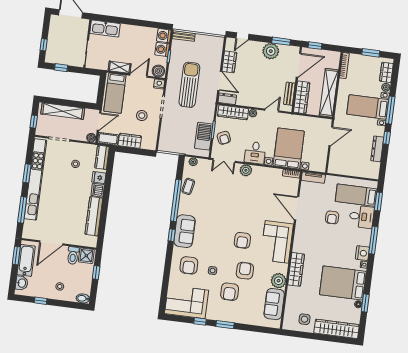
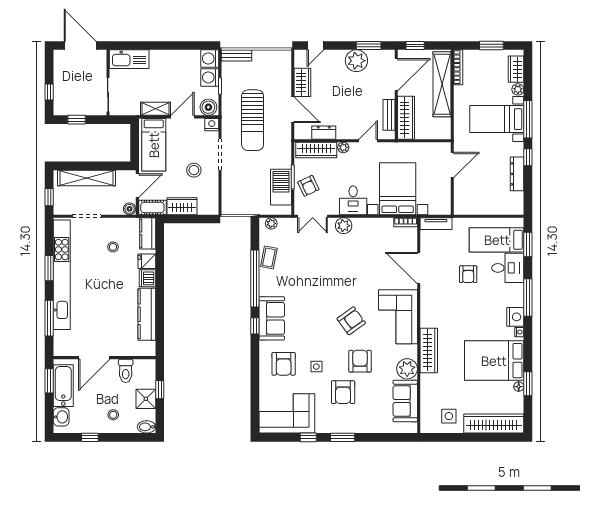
sun lounger: (189, 85) -> (253, 120), turned 180
shelving: (329, 93) -> (442, 84), moved
dresser: (227, 99) -> (324, 133), moved
armchair: (242, 240) -> (351, 321), turned -126
shower: (86, 256) -> (146, 399), moved

